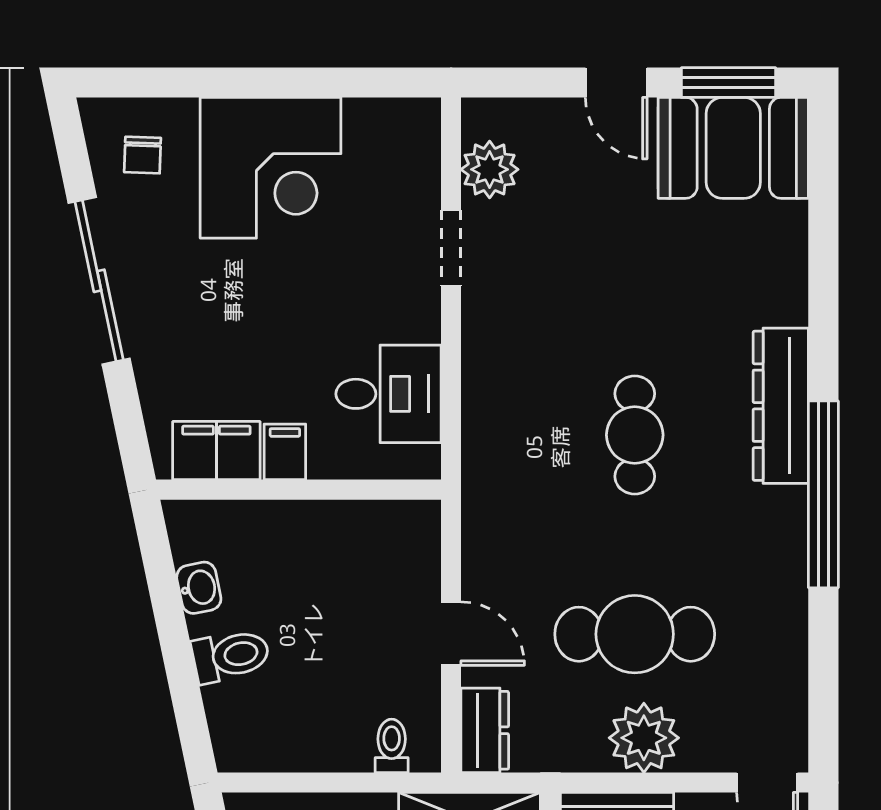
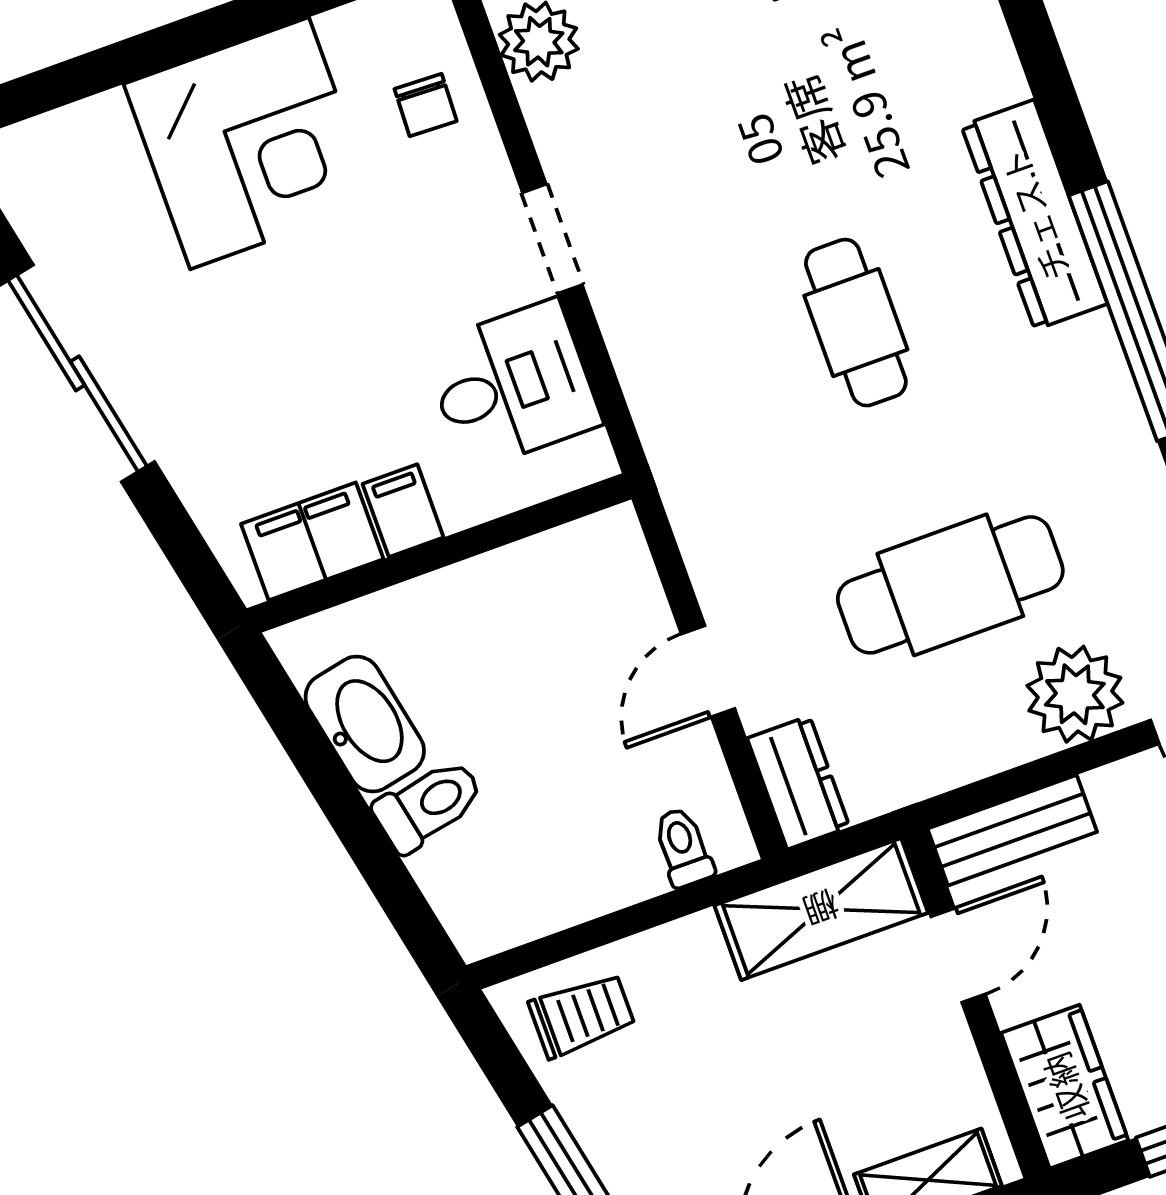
chair: (143, 155) -> (426, 105), moved
doorway: (451, 248) -> (552, 239), moved
washbasin: (199, 588) -> (365, 724), width x1.91, depth x1.45
door: (451, 634) -> (708, 671), swing flipped
plant: (644, 738) -> (1075, 694), moved

